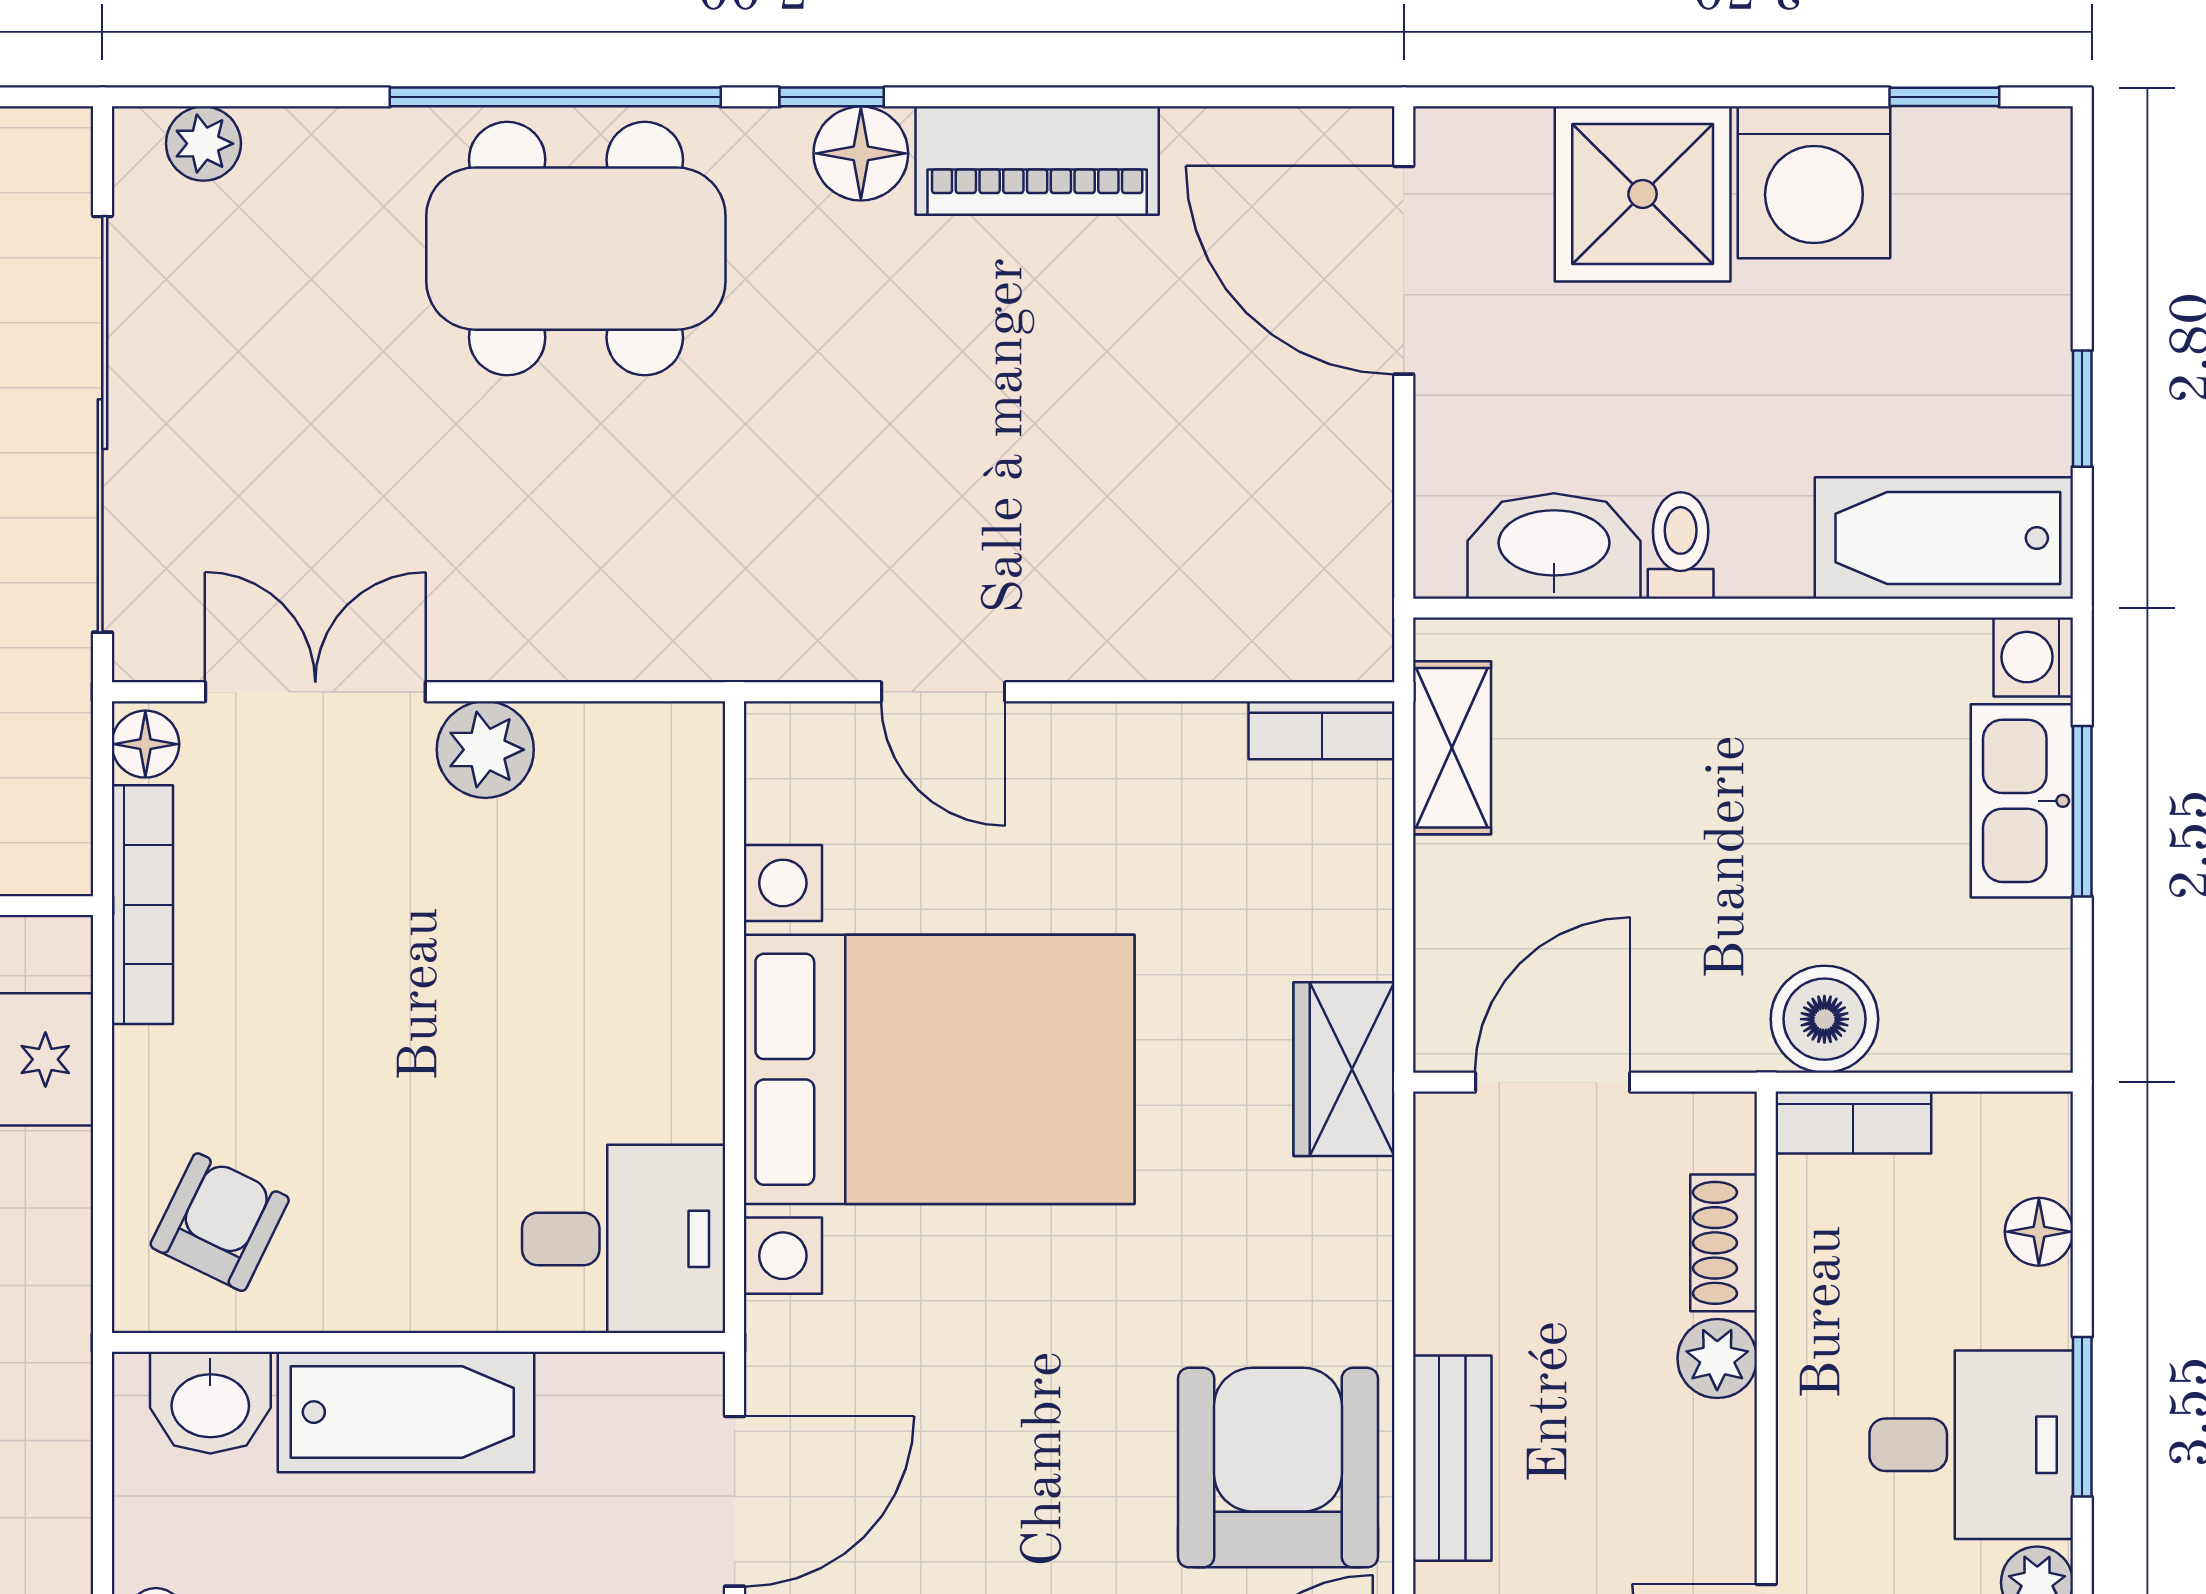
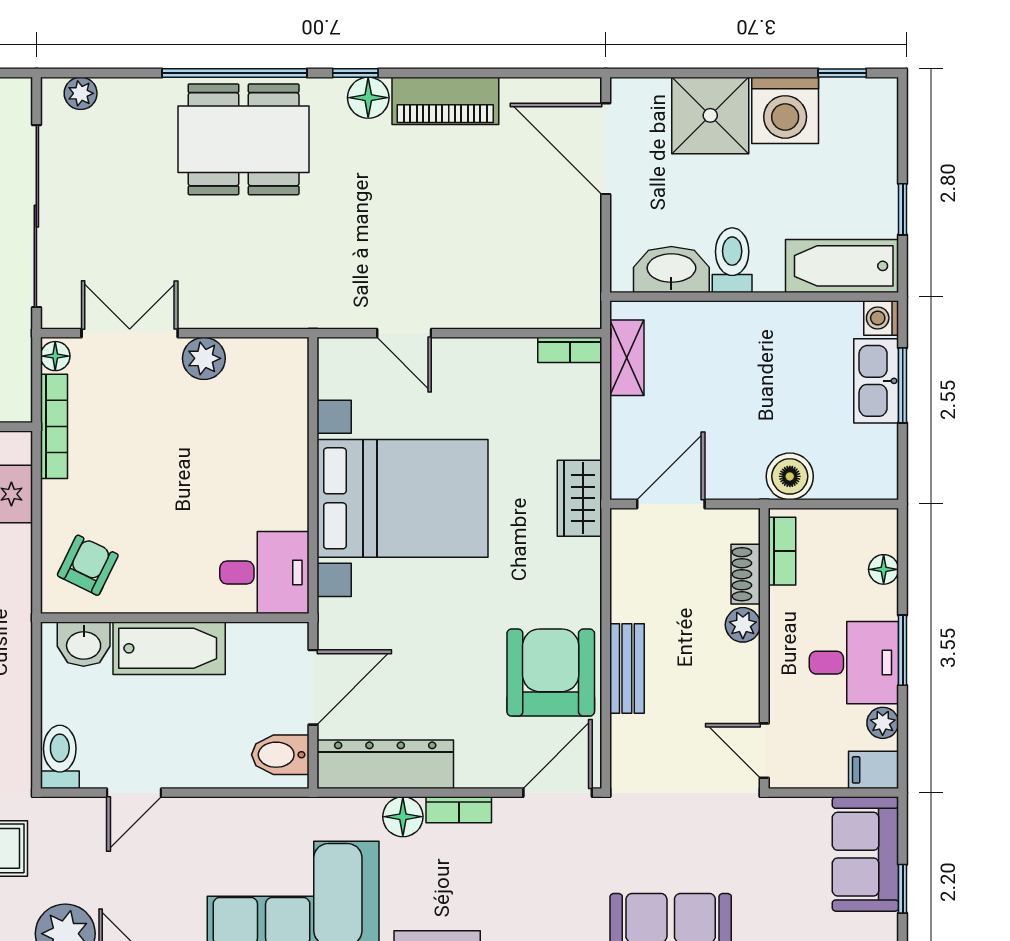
toilet: (1681, 545) -> (732, 260), width x1.37, depth x1.39
bookcase: (1853, 1123) -> (782, 551), moved, turned -90

